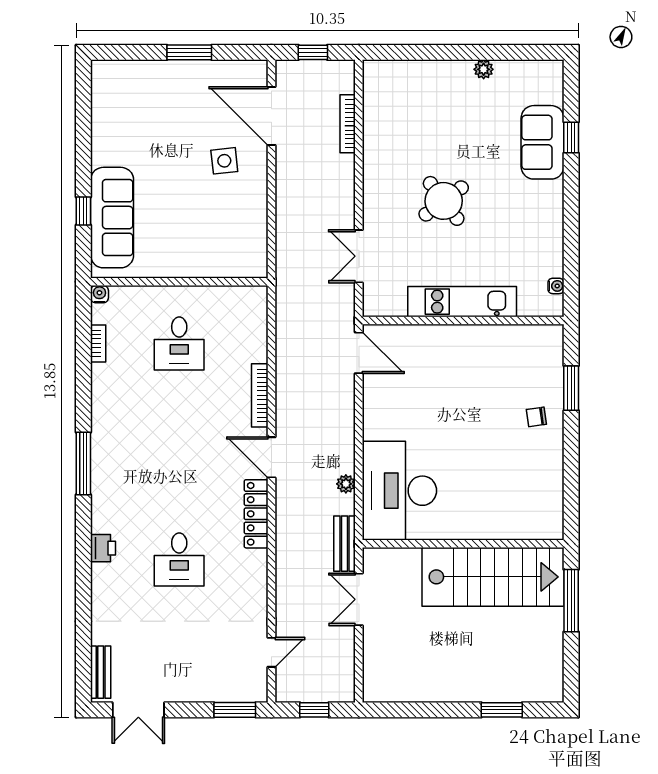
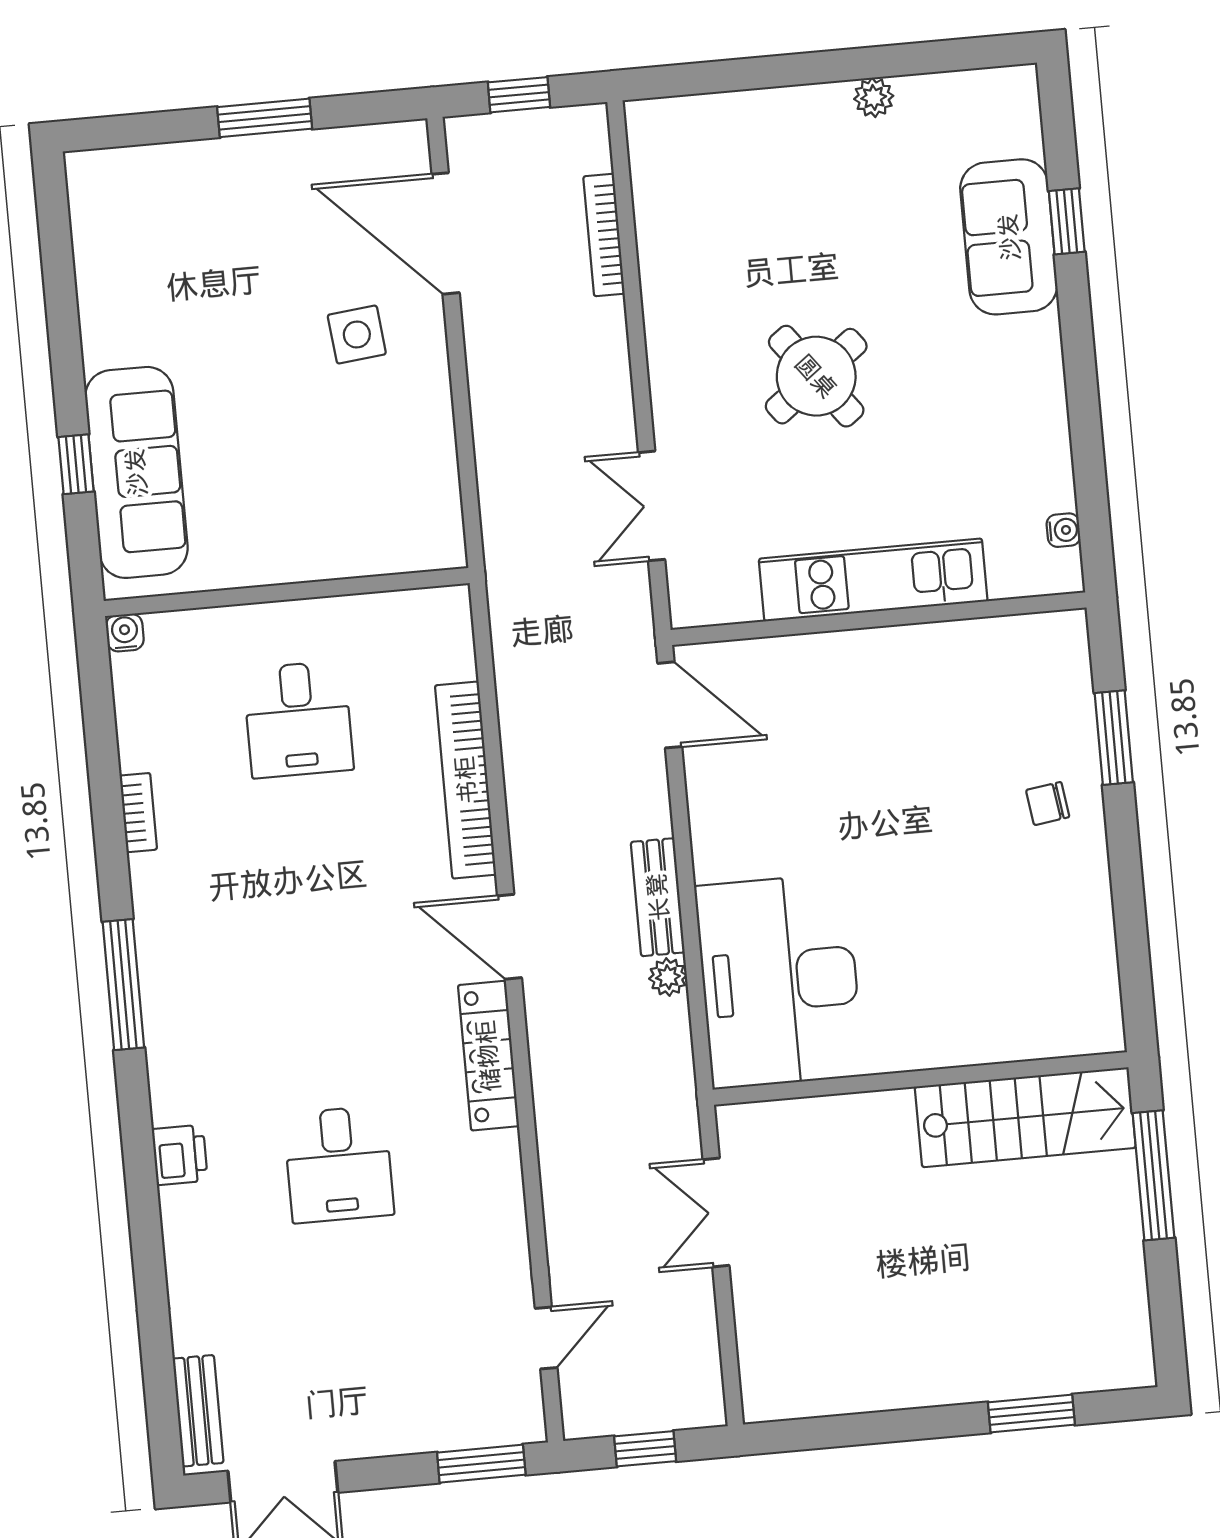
bookcase: (98, 343) -> (138, 813), moved
bookcase: (260, 395) -> (466, 780), width x1.48, depth x1.31
bench: (345, 544) -> (658, 897), moved
stairs: (493, 577) -> (1025, 1117), width x0.73, depth x0.66

